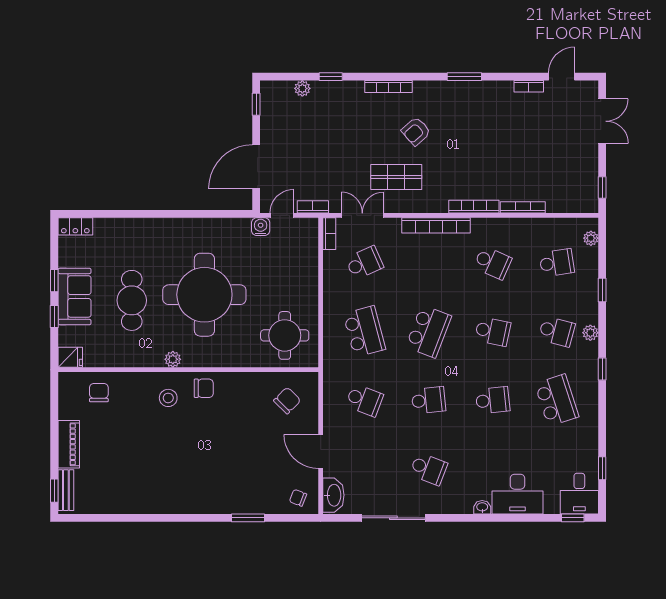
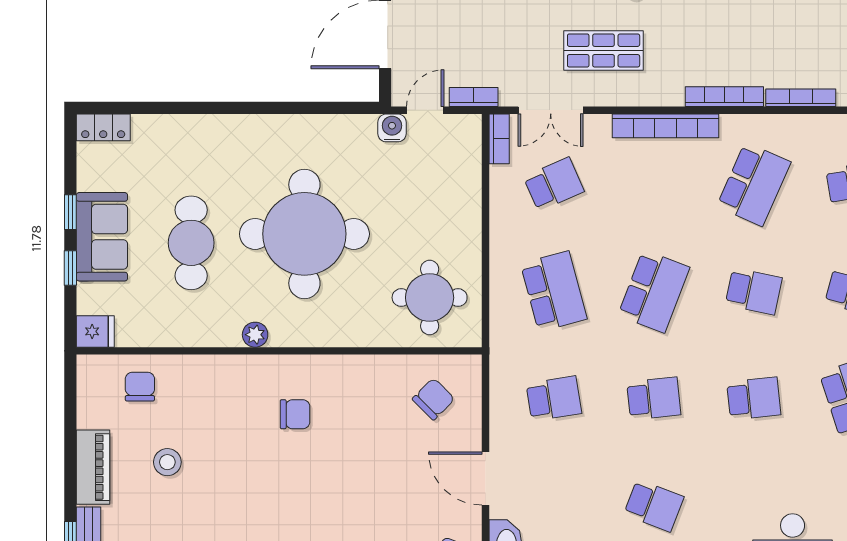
double door: (362, 215) -> (551, 110), swing flipped
school desk: (493, 263) -> (754, 184), width x1.85
chair: (204, 388) -> (295, 414), moved
stool: (168, 398) -> (167, 462), moved
school desk: (364, 400) -> (554, 398), turned -30

